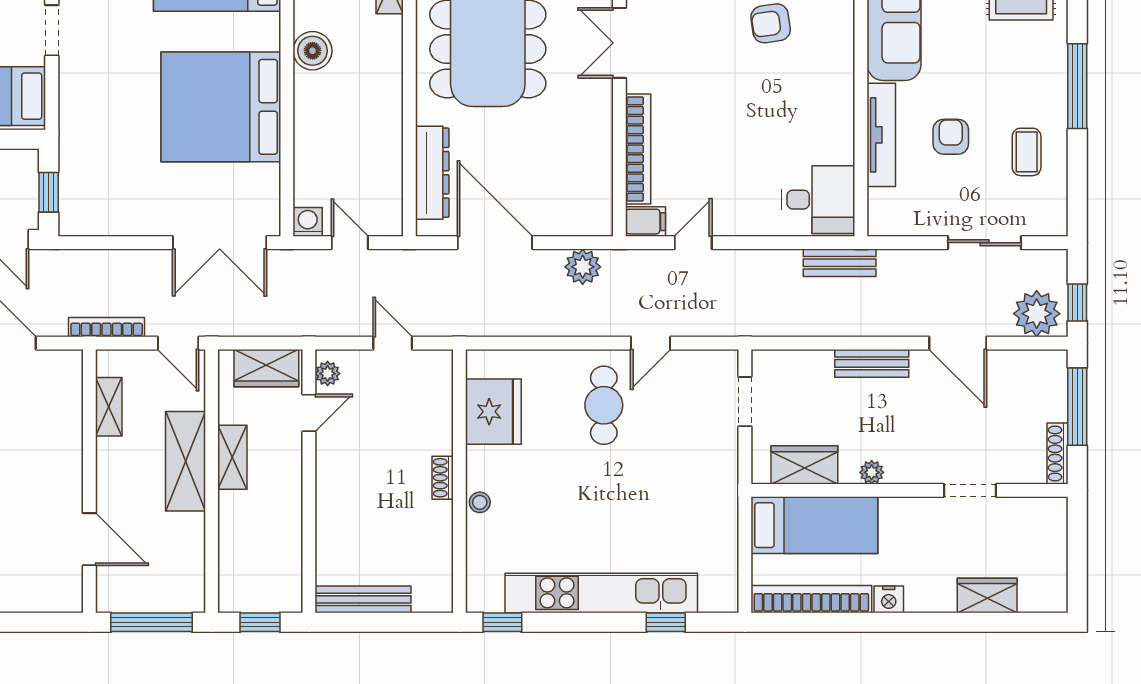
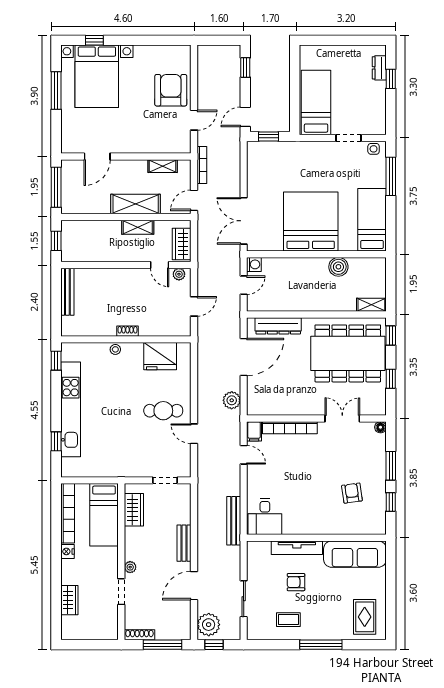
armchair: (951, 137) -> (296, 582), turned 180
bench: (840, 263) -> (234, 521), width x1.36
plant: (872, 472) -> (130, 567), moved

